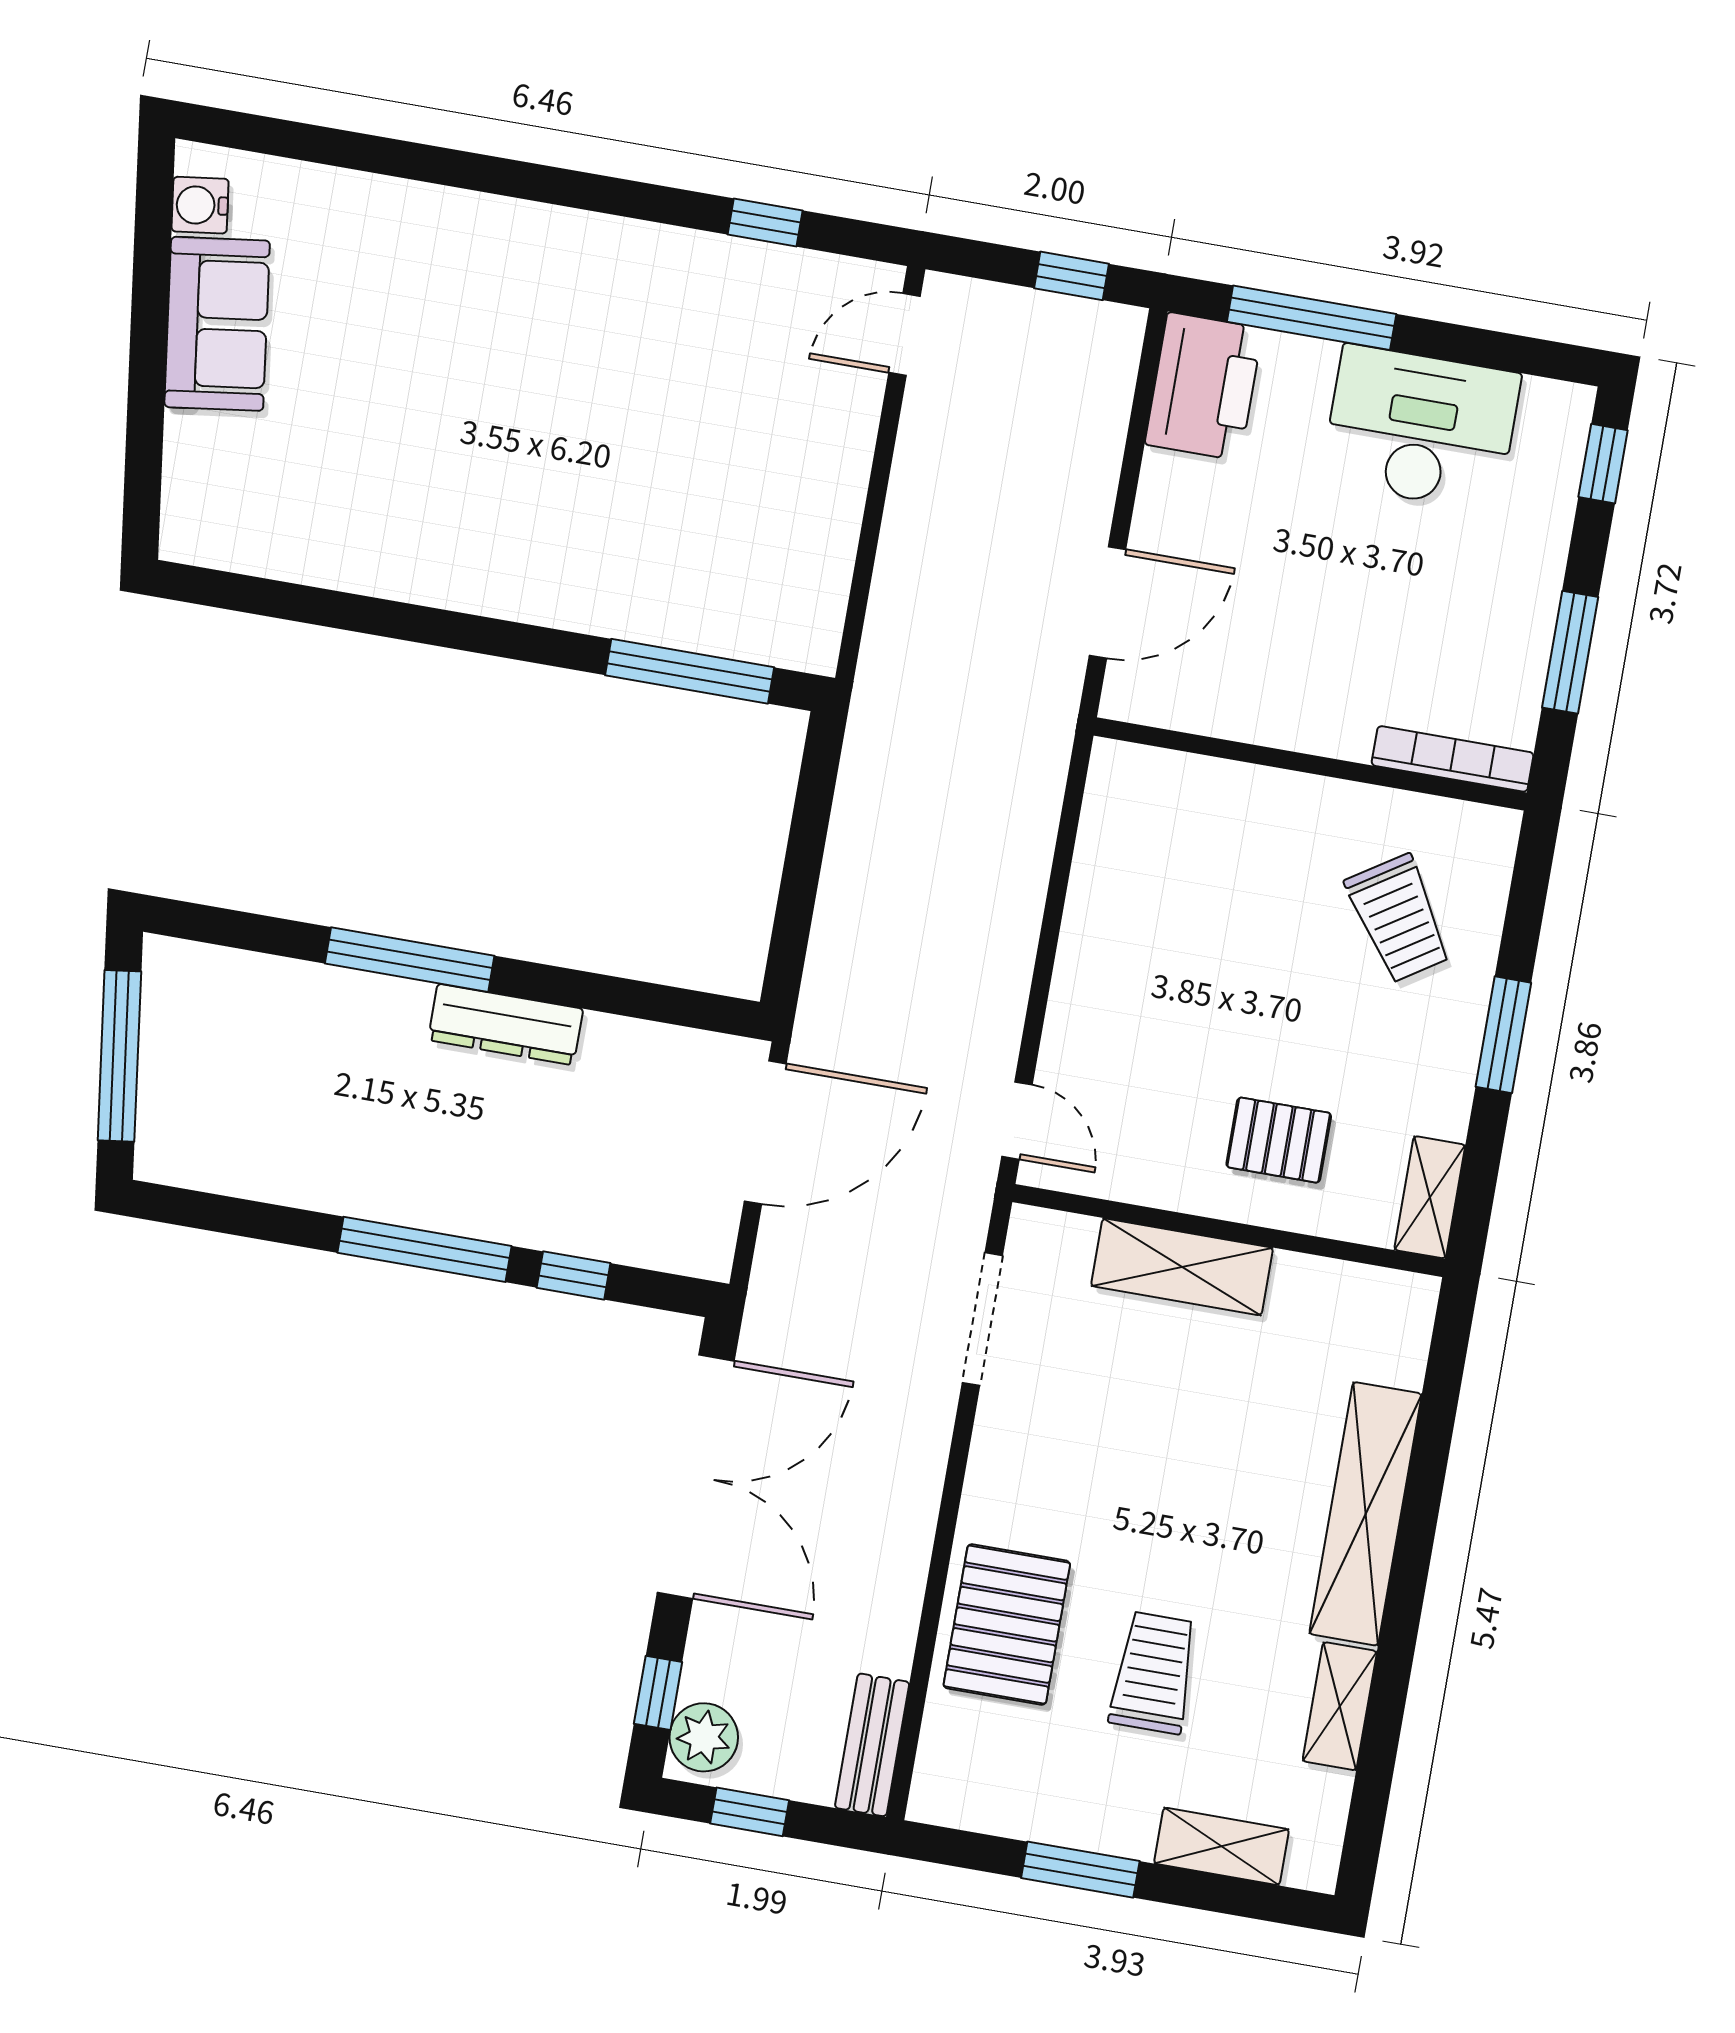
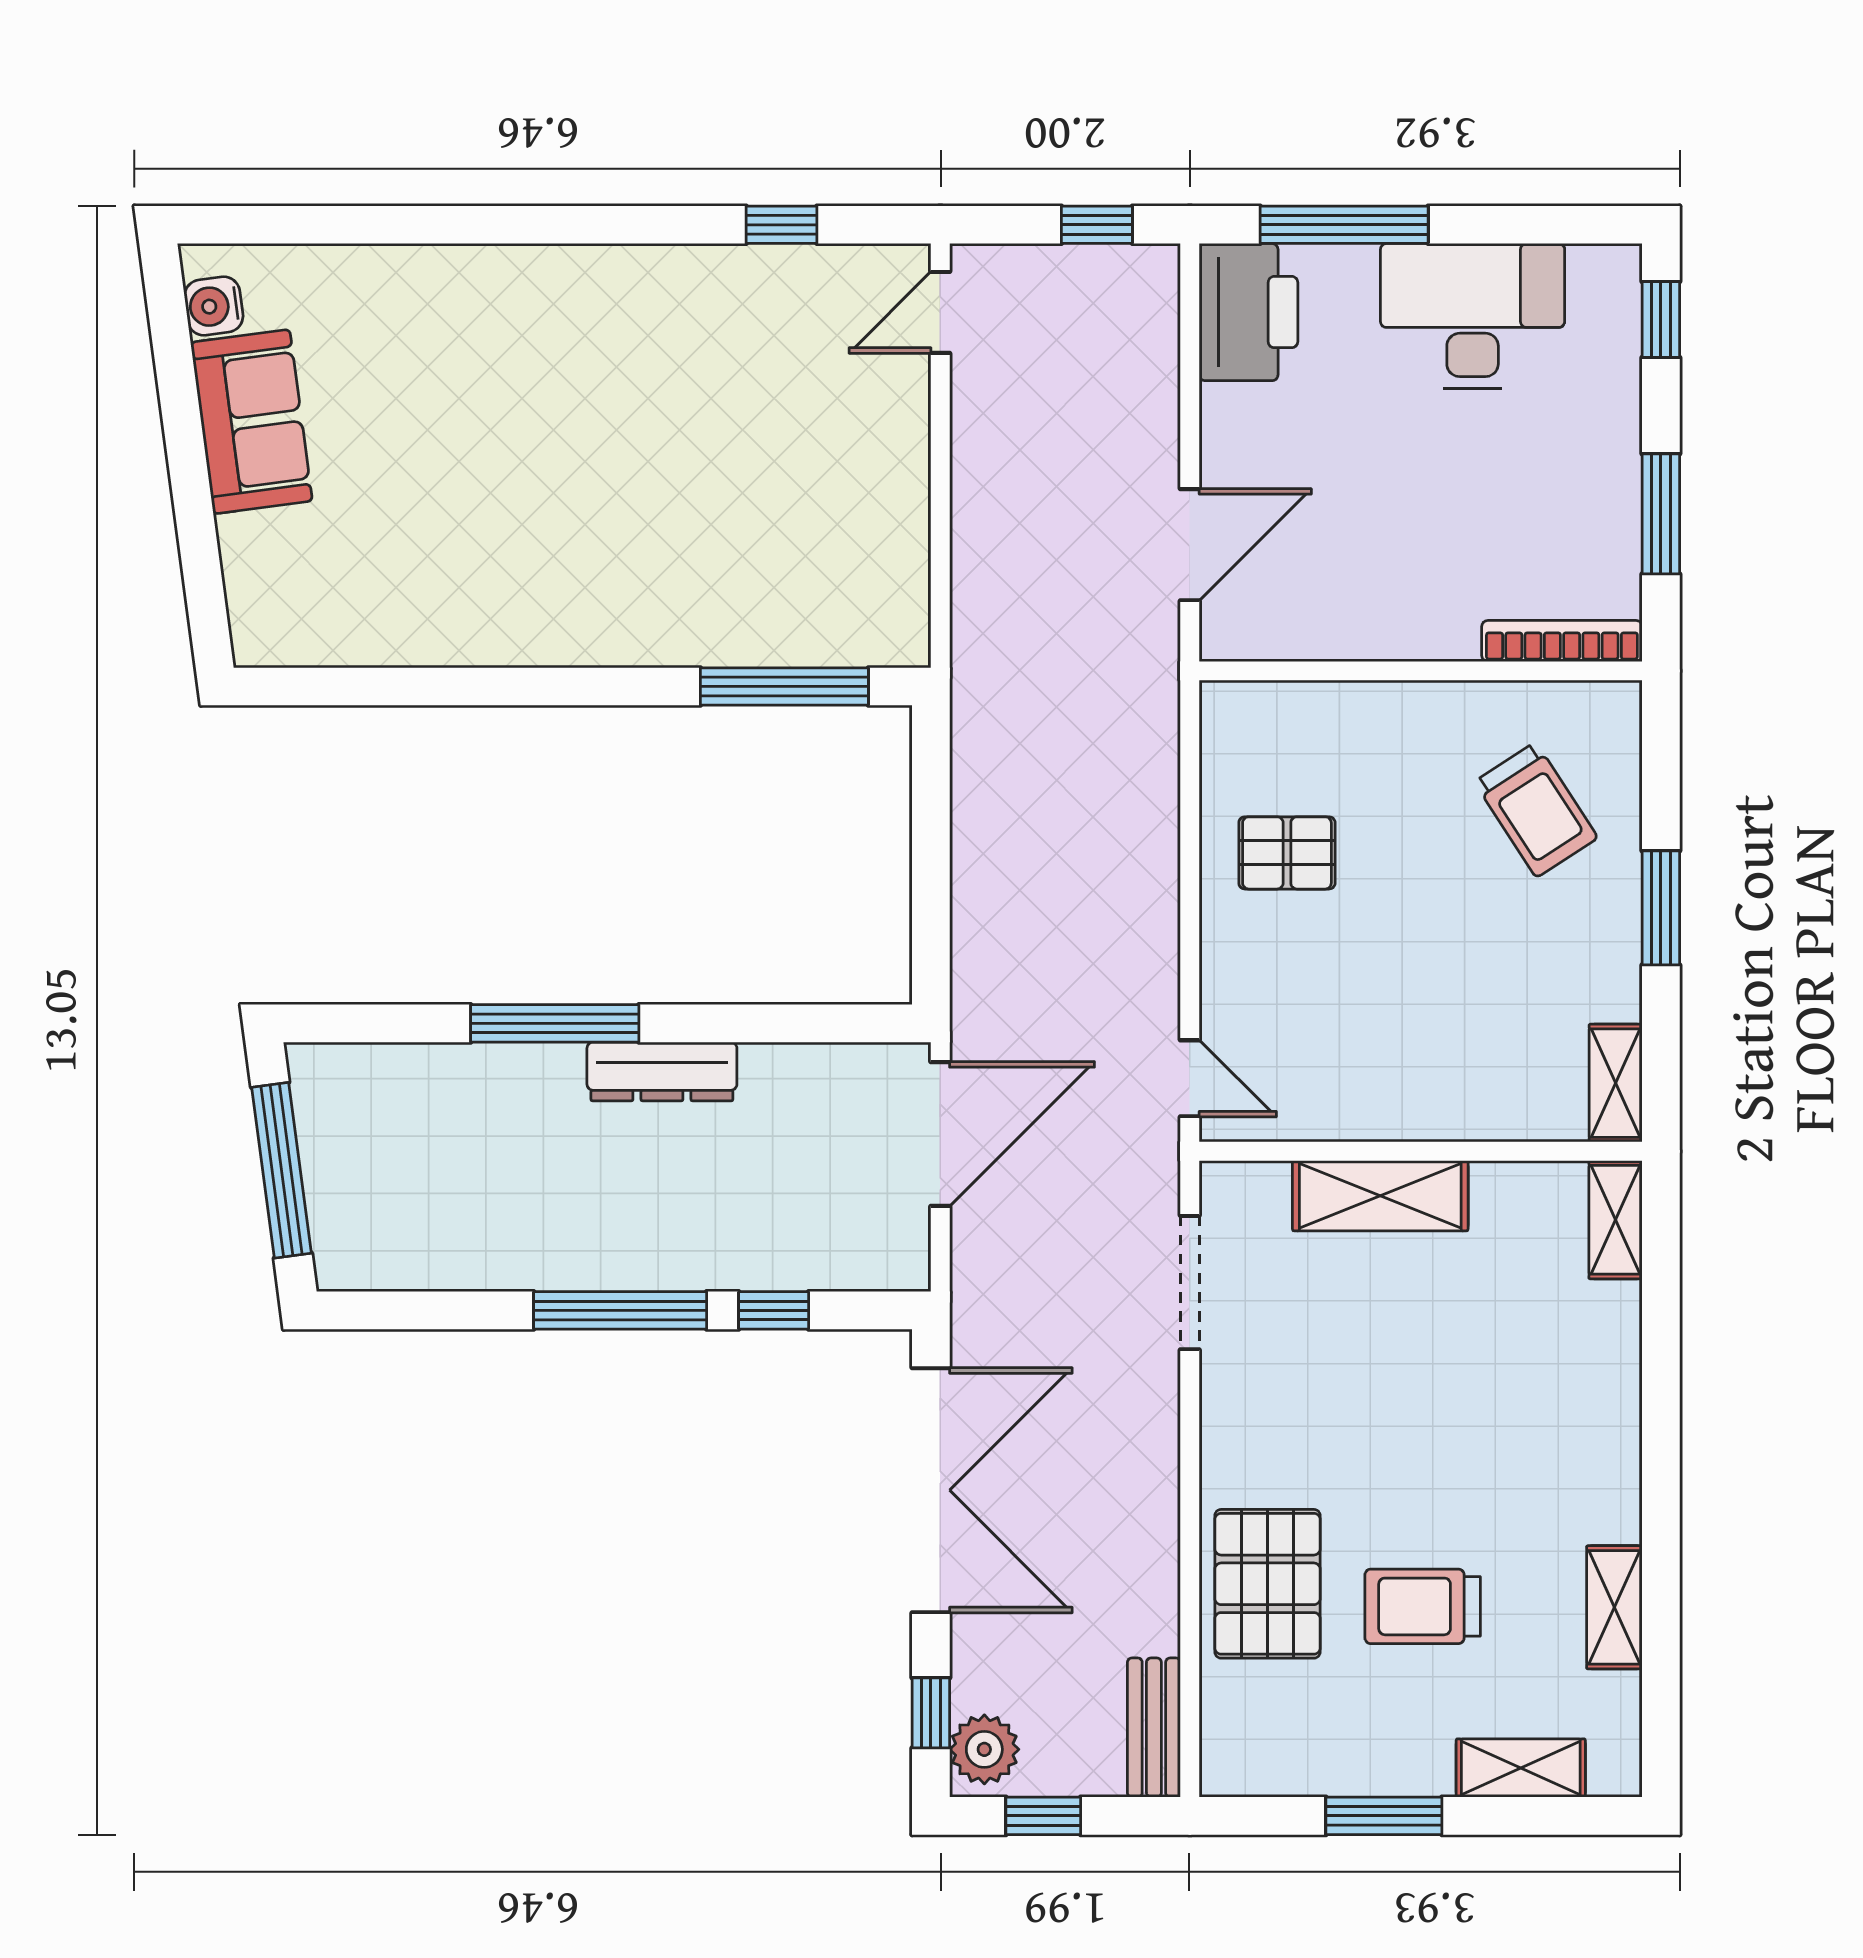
pallet: (1279, 1140) -> (1287, 853), moved
shelving: (1366, 1514) -> (1616, 1220), moved, width x0.45, depth x0.75
trolley: (1154, 1673) -> (1423, 1606), turned -90

